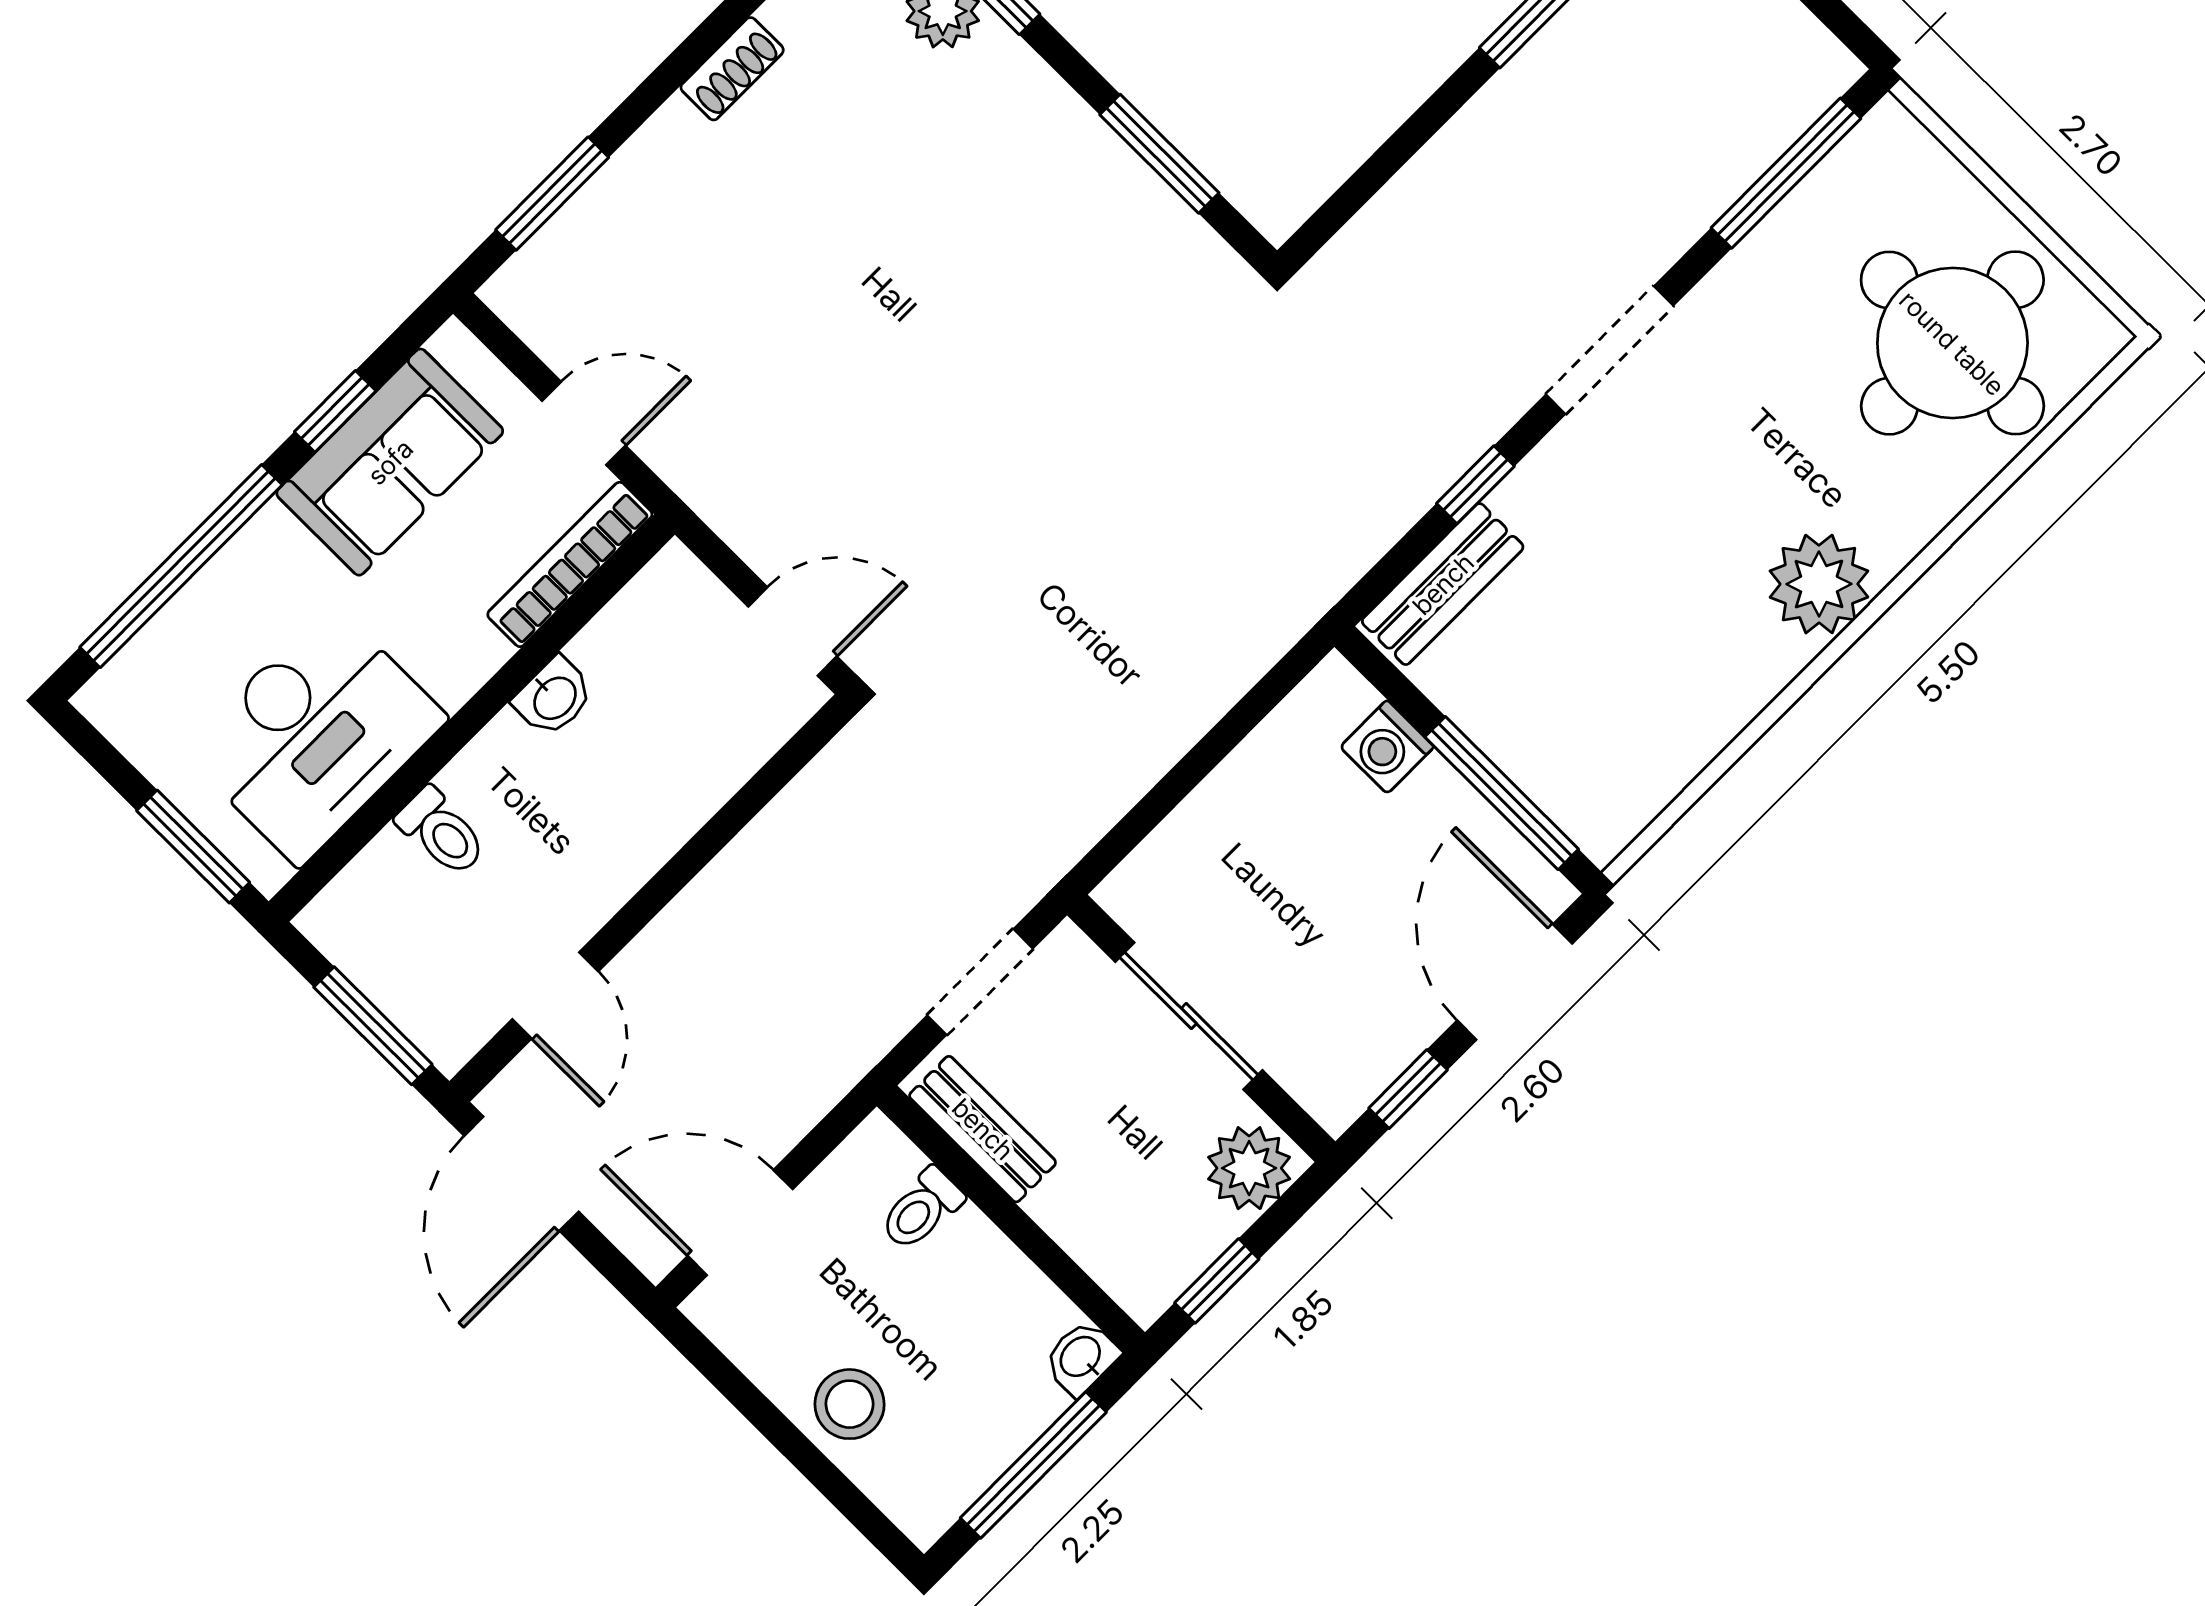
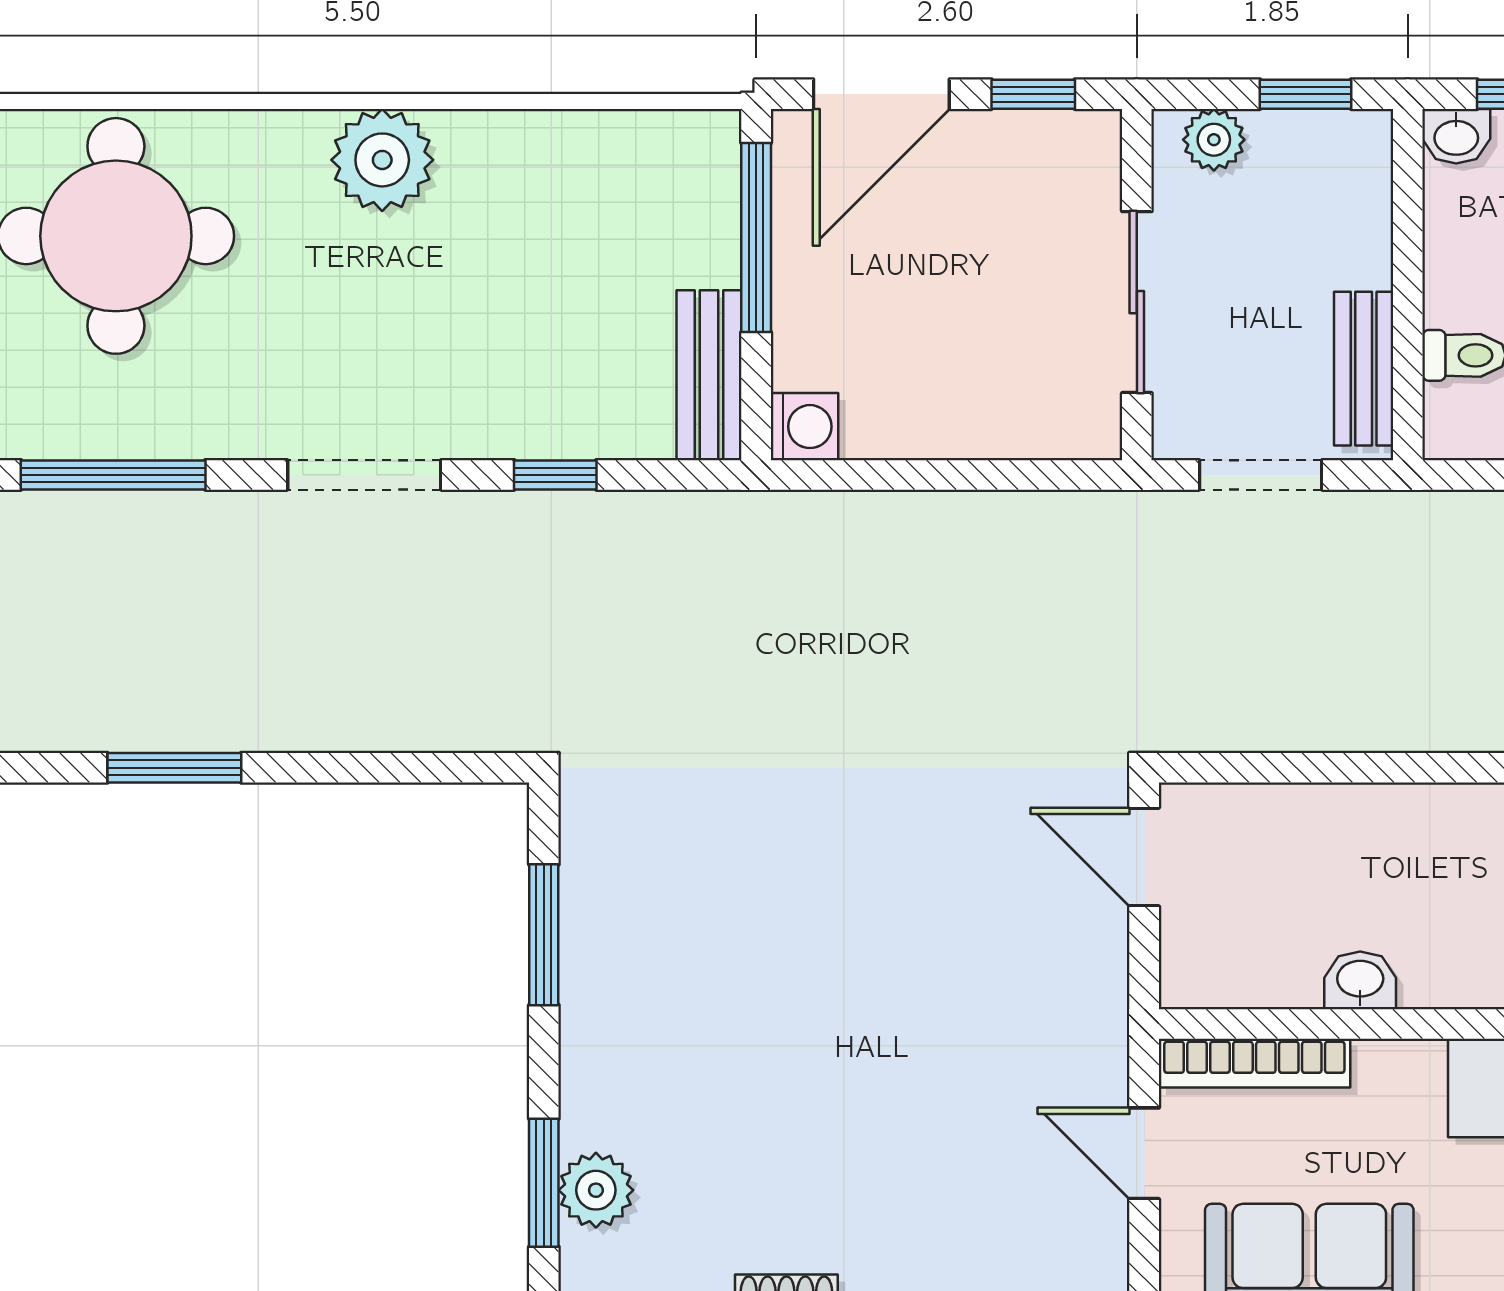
bench: (1443, 584) -> (709, 375), moved, turned 90
washing machine: (1387, 747) -> (804, 427), moved
plant: (1249, 1168) -> (1214, 140), width x0.73, depth x0.73

